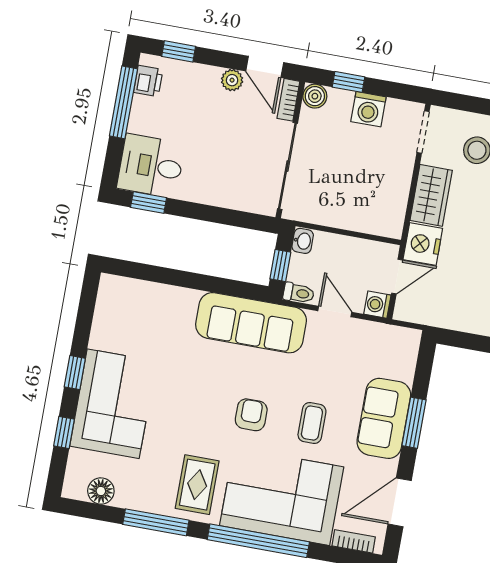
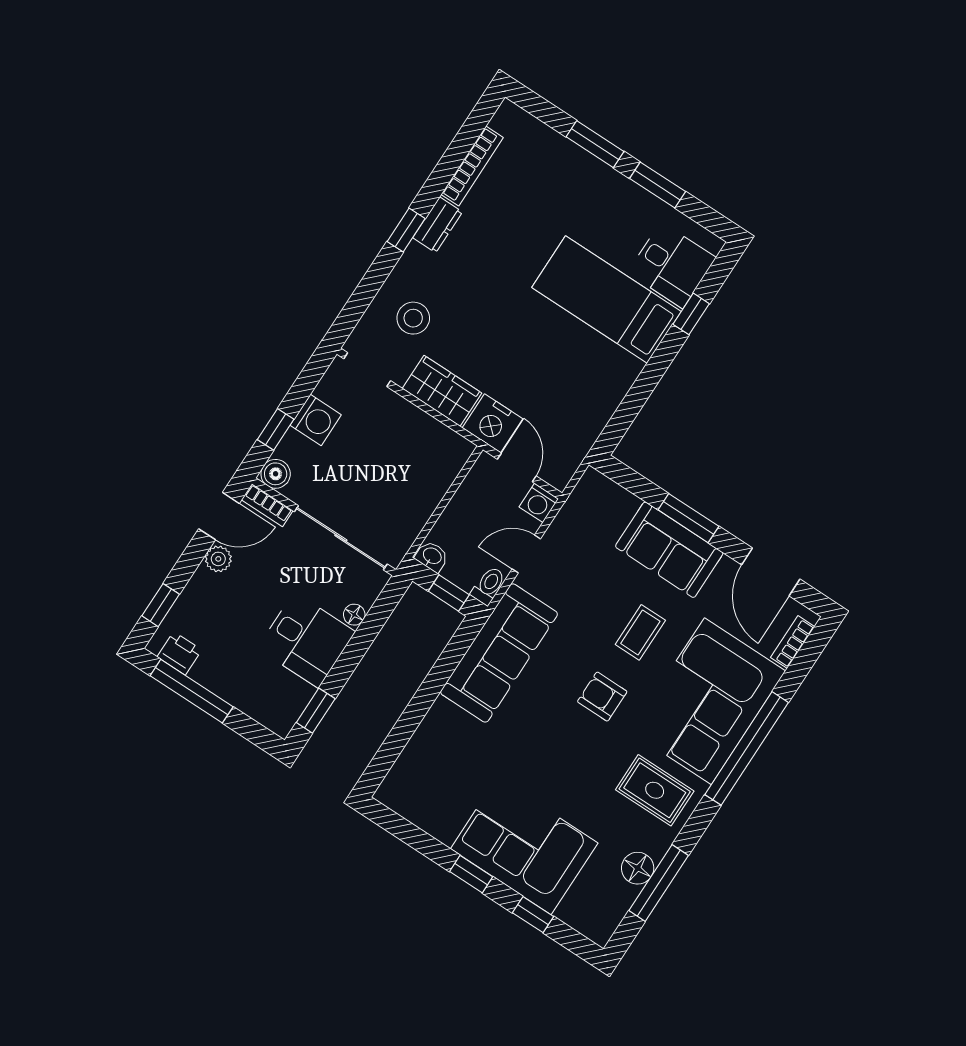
desk: (151, 166) -> (306, 640), moved, turned -90
floor lamp: (234, 201) -> (354, 615), added
coffee table: (312, 423) -> (640, 632), turned 90
floor lamp: (101, 491) -> (638, 868), moved
window: (156, 522) -> (659, 883), moved

